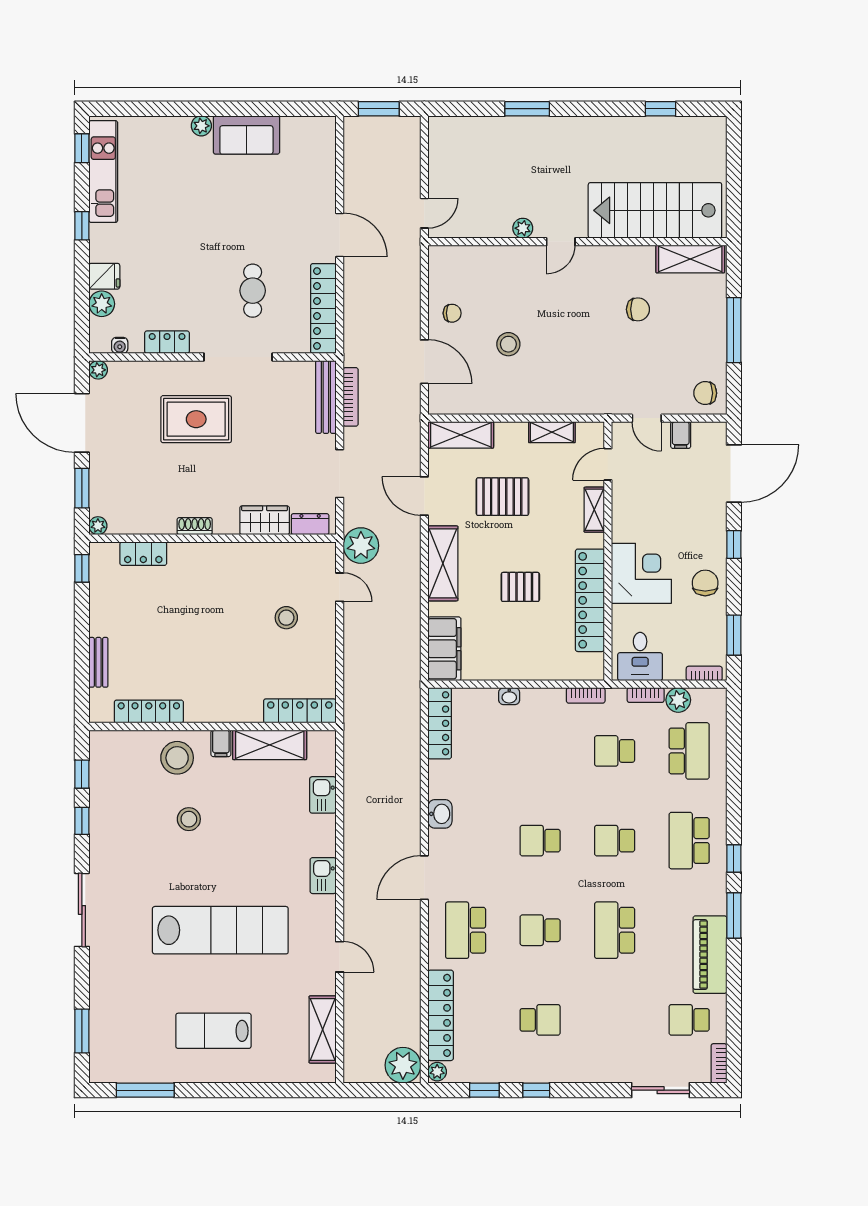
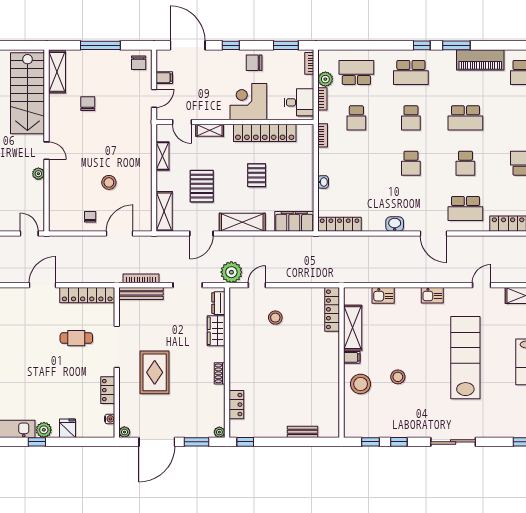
plant: (102, 304) -> (44, 430), moved
locker: (149, 712) -> (332, 401), removed

